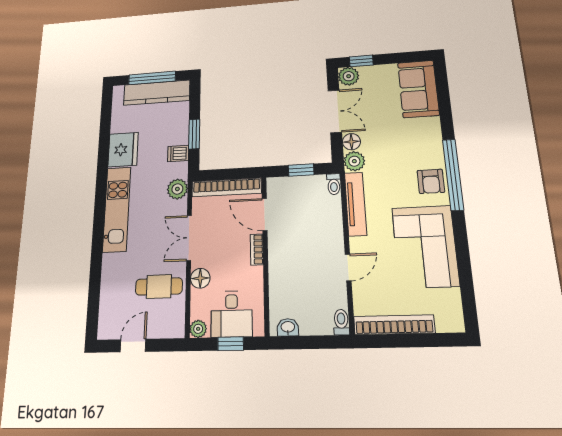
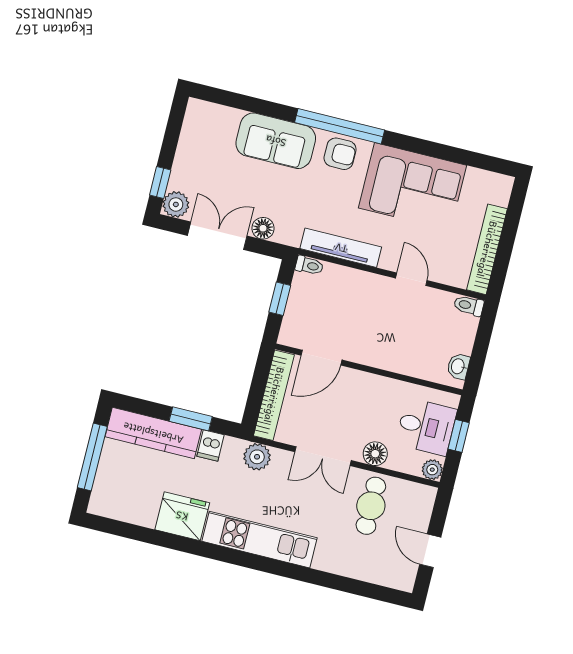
sofa: (418, 89) -> (276, 141), moved
kitchen counter: (157, 93) -> (153, 433), moved, turned 90
plant: (354, 161) -> (289, 233), removed
bookcase: (257, 249) -> (361, 378), removed

